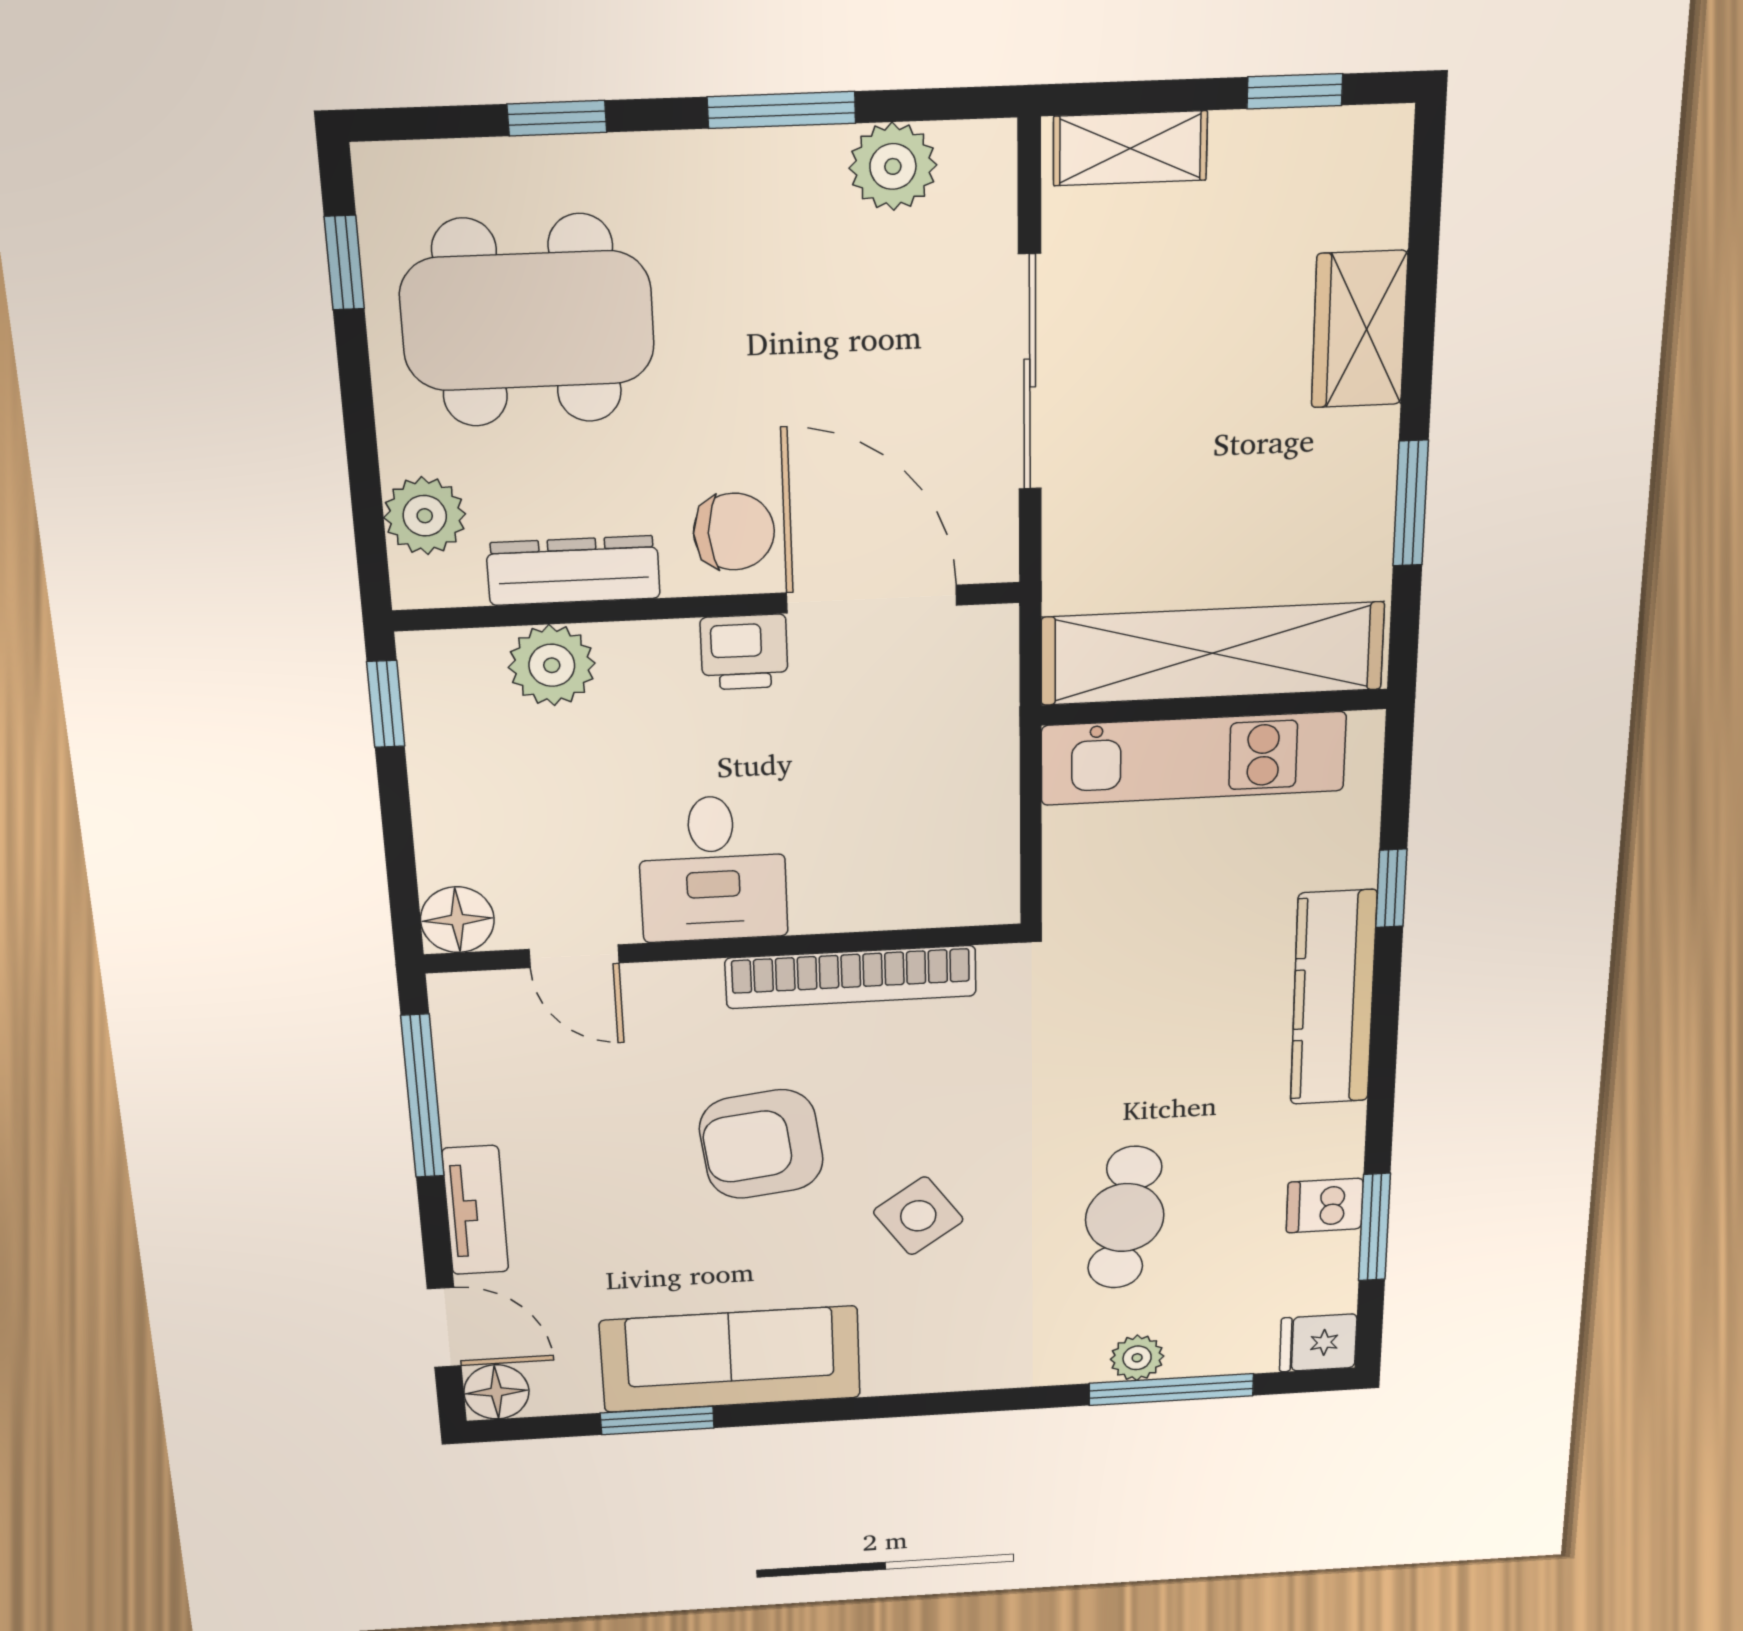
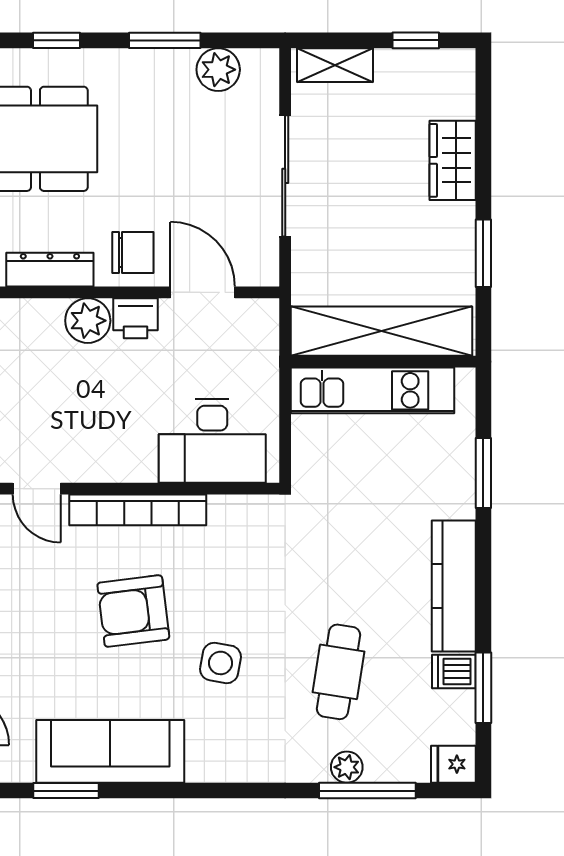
door: (872, 599) -> (203, 292), width x0.73
plant: (552, 665) -> (88, 321), moved
desk: (713, 869) -> (212, 441), moved, width x1.37
window: (1391, 888) -> (483, 473), width x1.50
bookcase: (851, 977) -> (138, 510), moved
kitchen counter: (1333, 998) -> (454, 586), moved
side table: (918, 1216) -> (220, 663), turned 45

